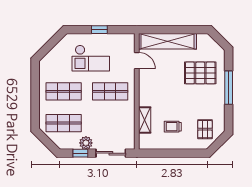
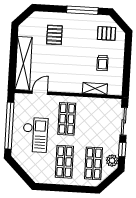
window: (99, 30) -> (9, 126), width x3.17
pallet: (200, 73) -> (54, 35), width x0.67, depth x0.71
window: (229, 88) -> (82, 10), moved
plant: (86, 143) -> (112, 161), moved

